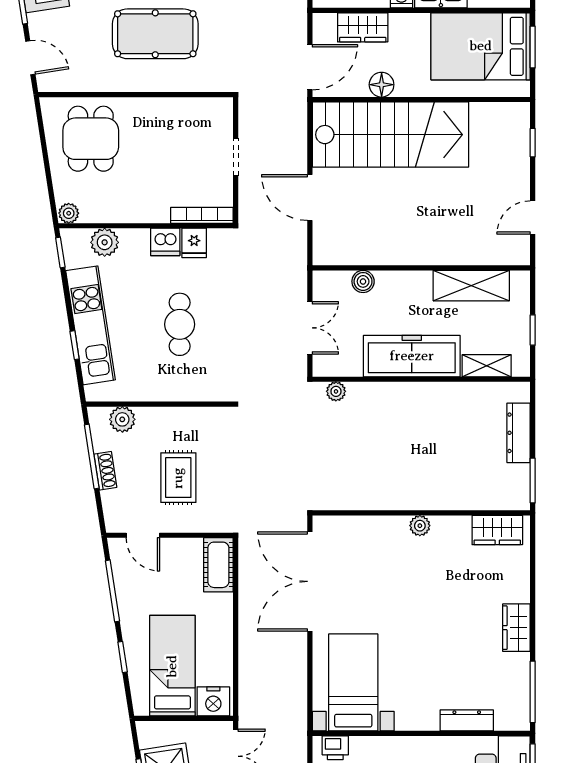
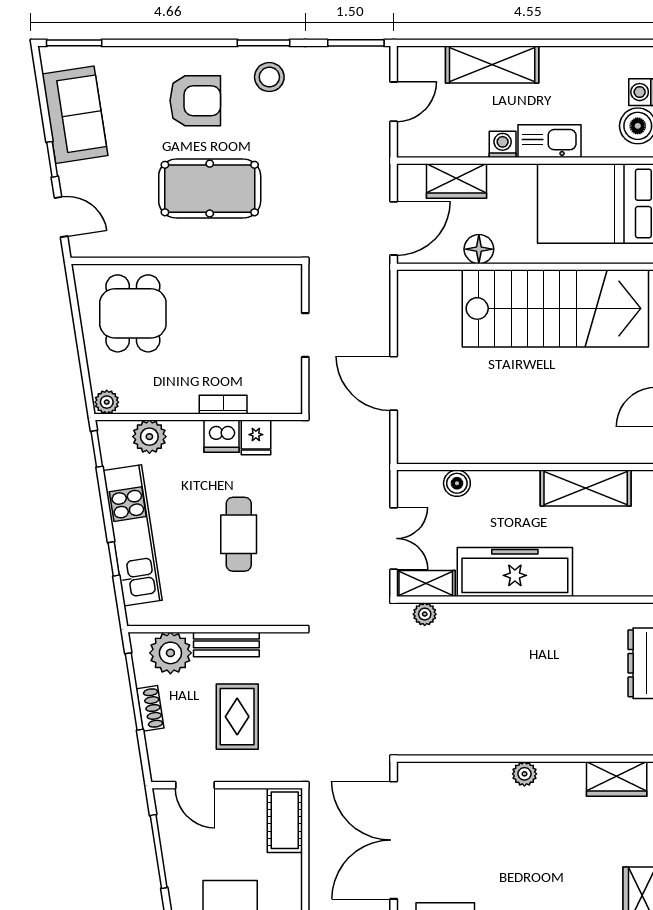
stairs: (390, 135) -> (555, 308), moved
bookcase: (202, 215) -> (223, 405), moved, width x0.64
shelving: (487, 366) -> (426, 583), moved
bench: (169, 417) -> (226, 644), added
plant: (122, 419) -> (170, 653), width x1.36, depth x1.36

